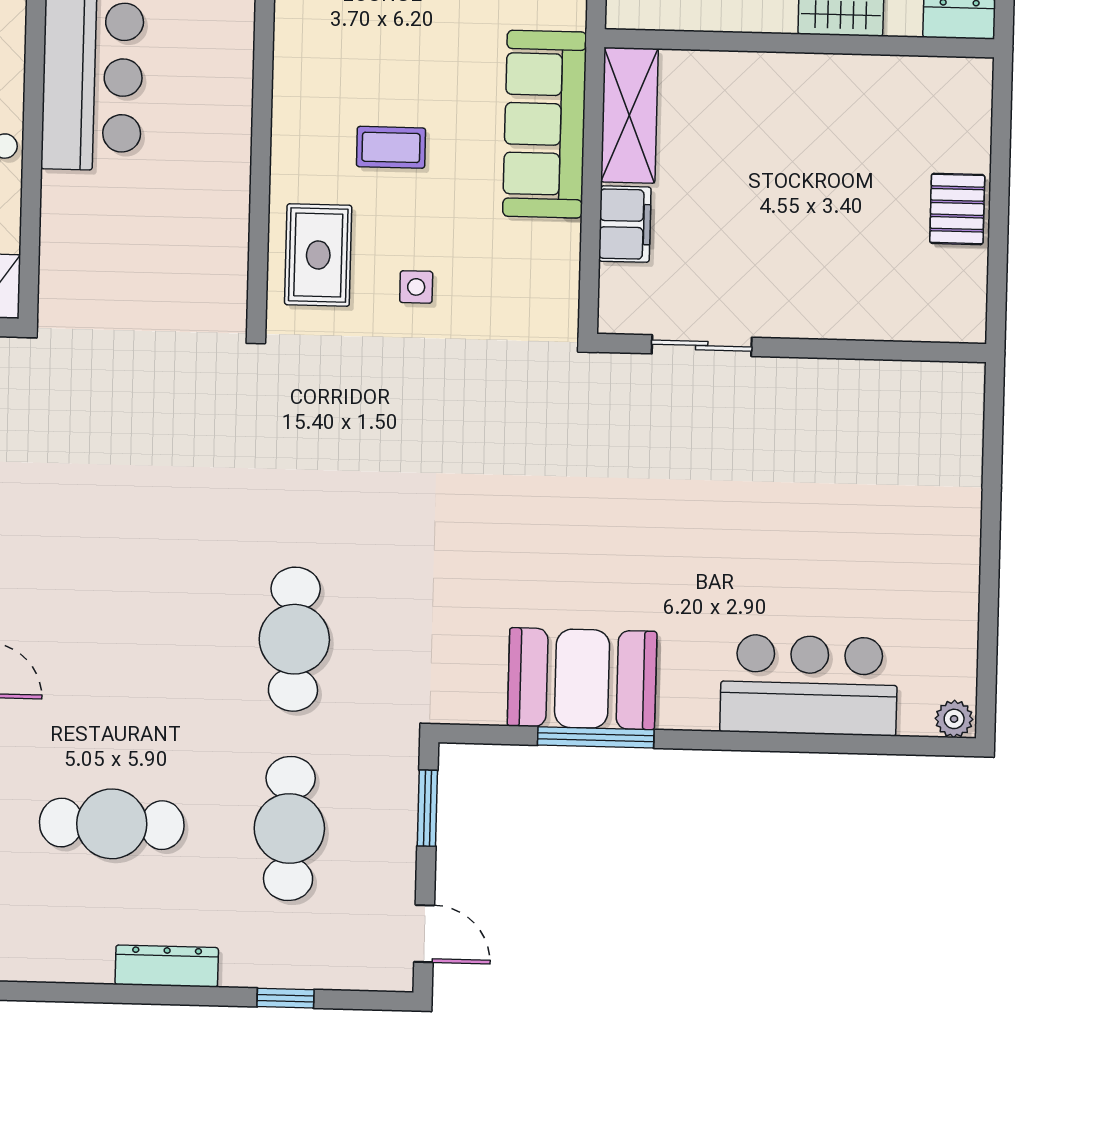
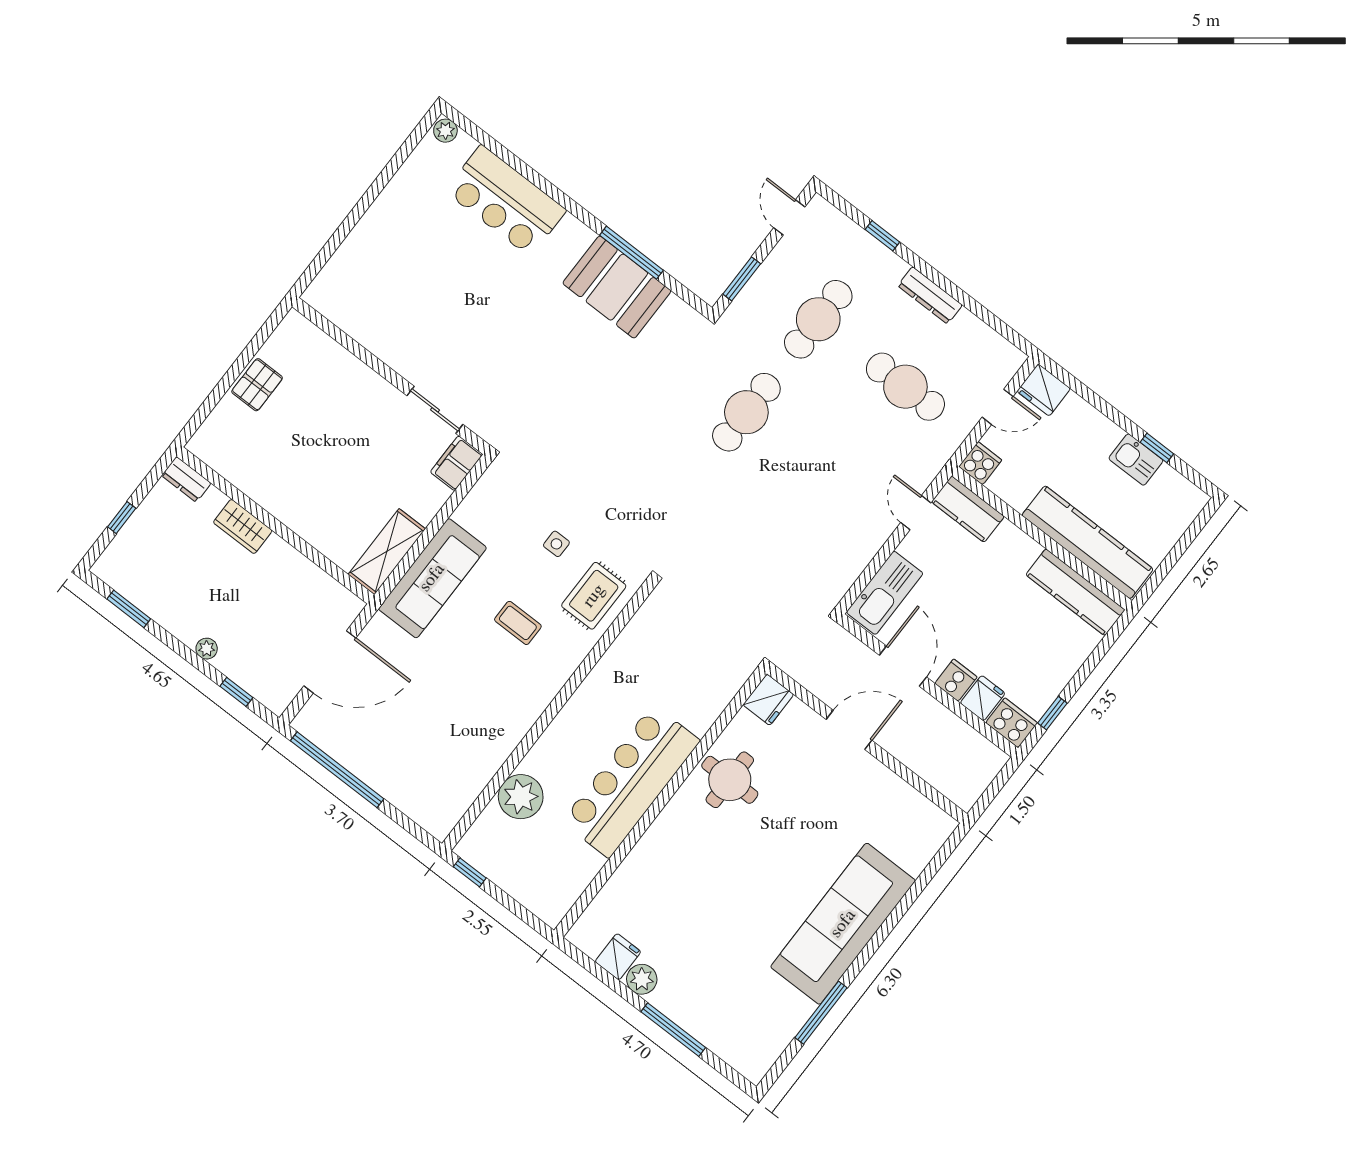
filing cabinet: (625, 224) -> (457, 463), moved

